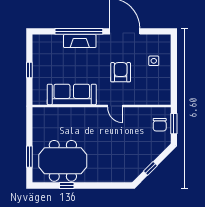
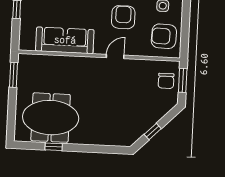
armchair: (156, 87) -> (164, 36), added
door: (115, 106) -> (115, 56), swing flipped
window: (29, 157) -> (13, 75), moved

